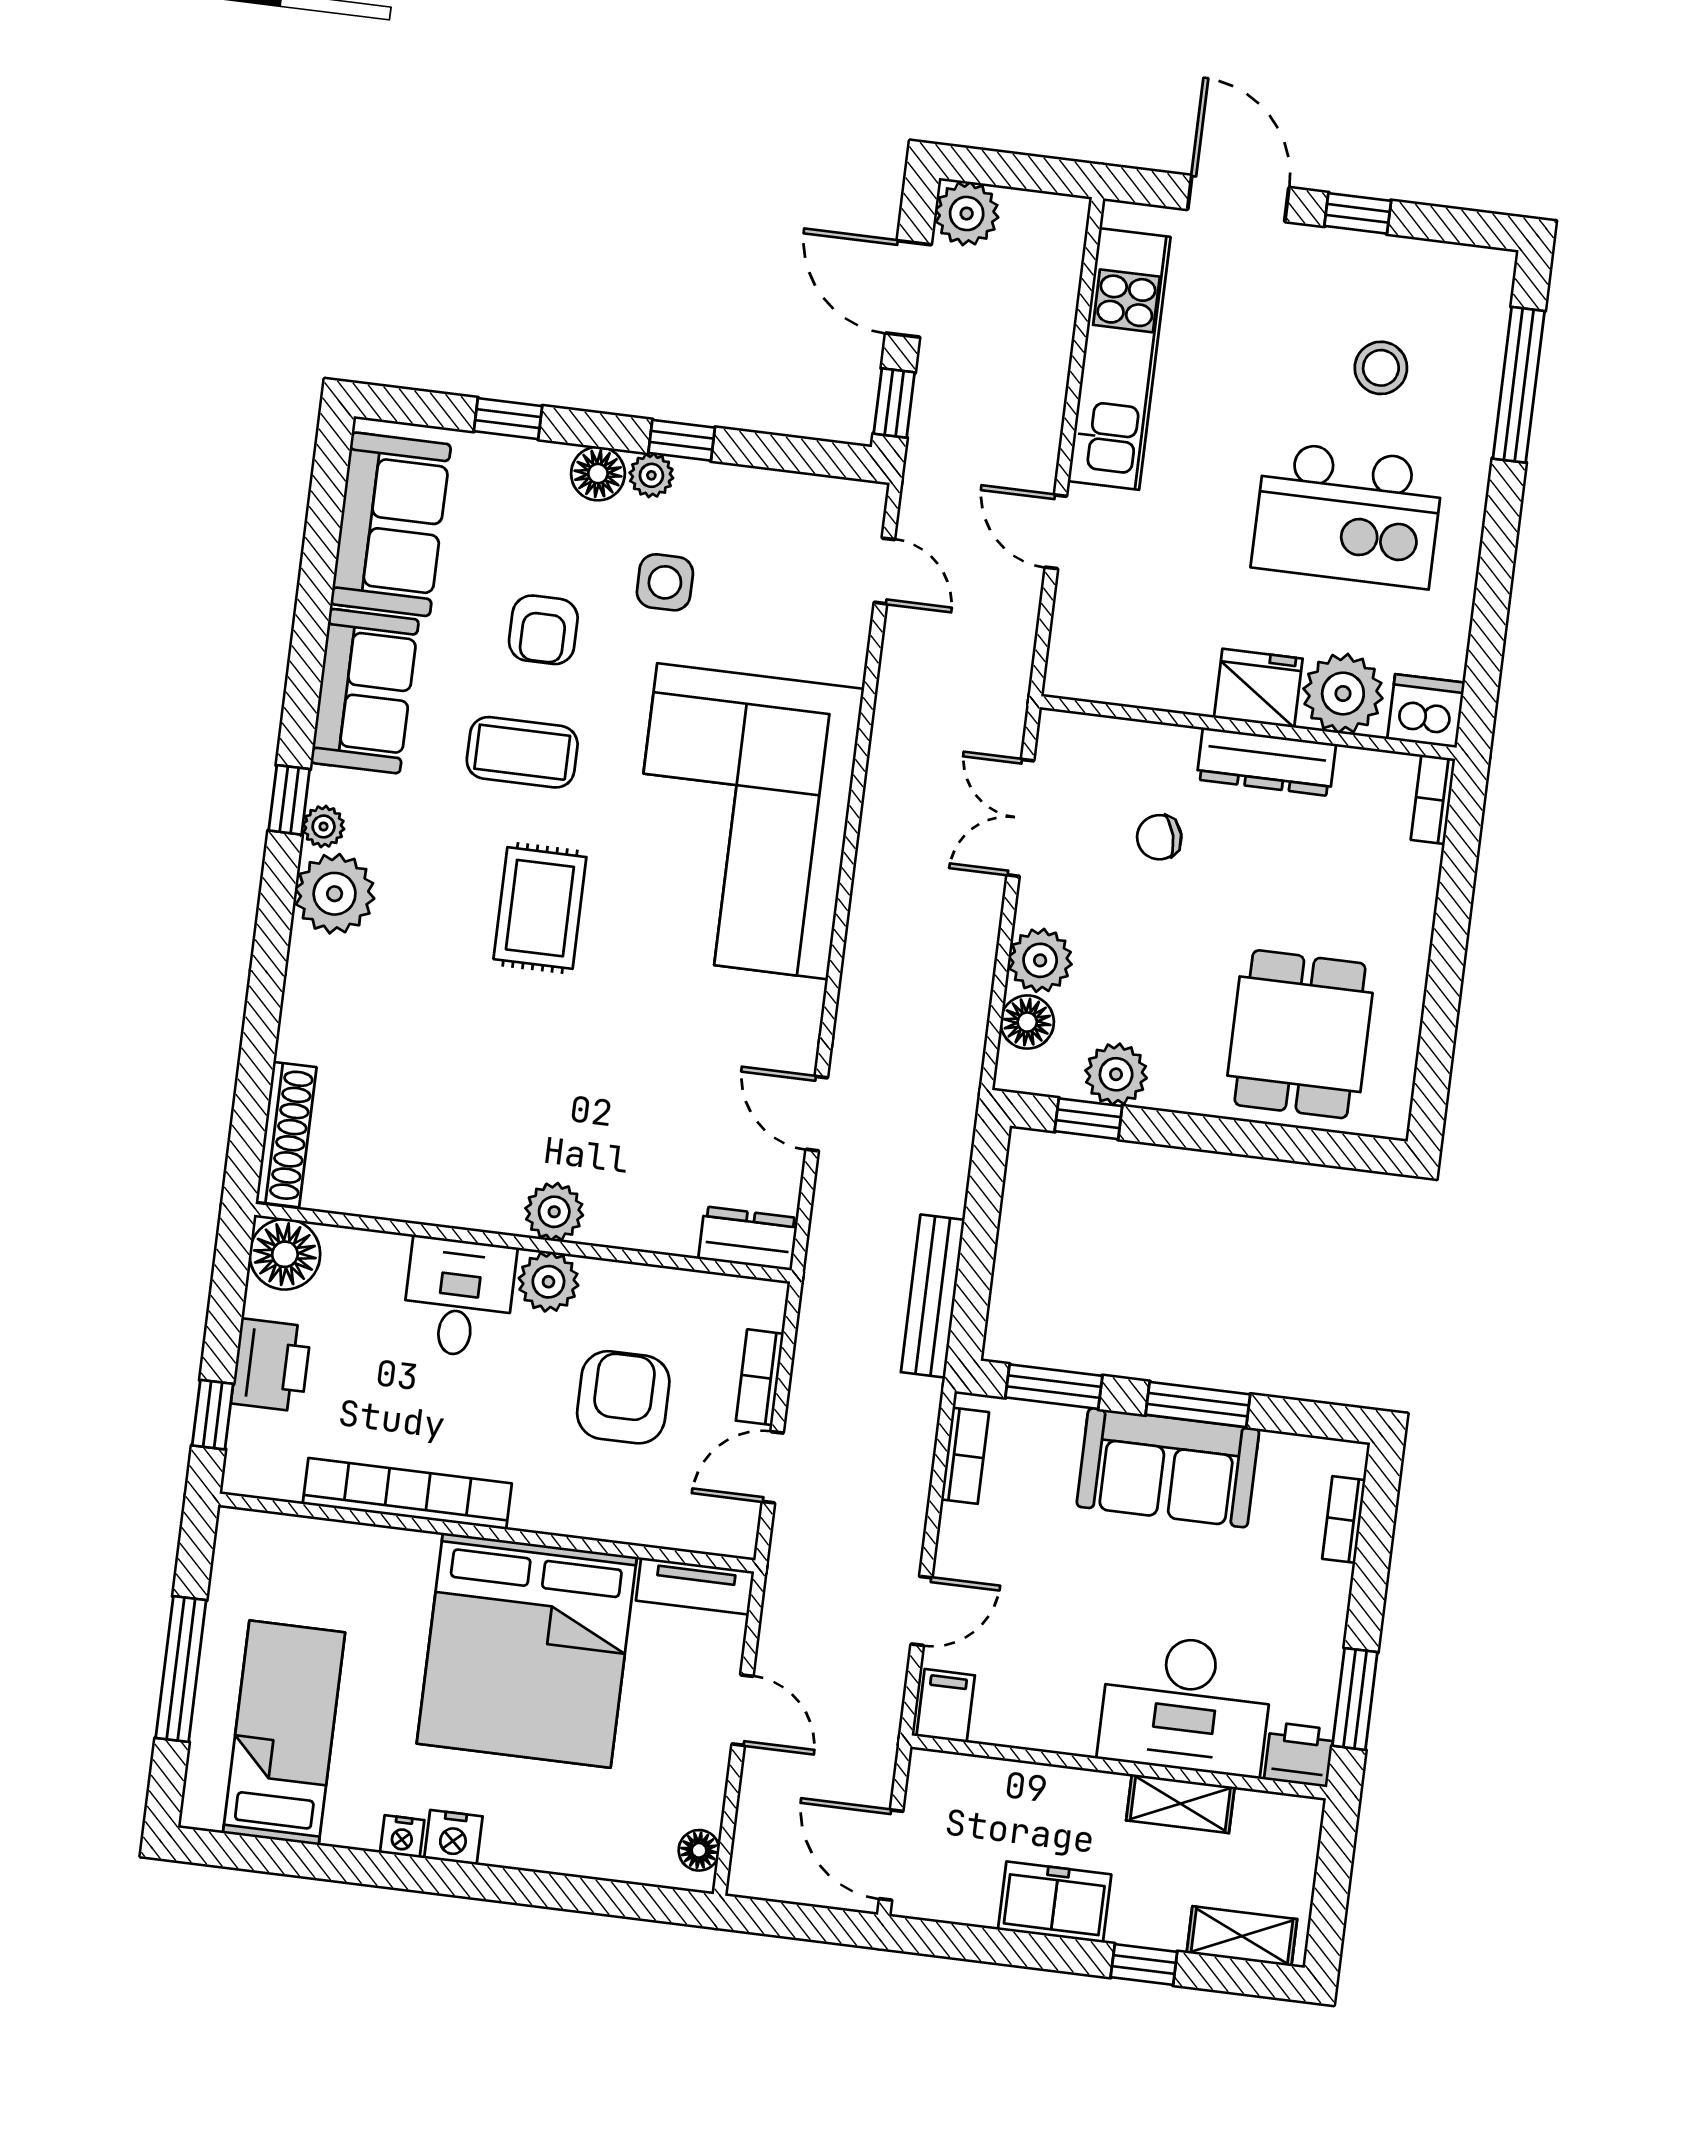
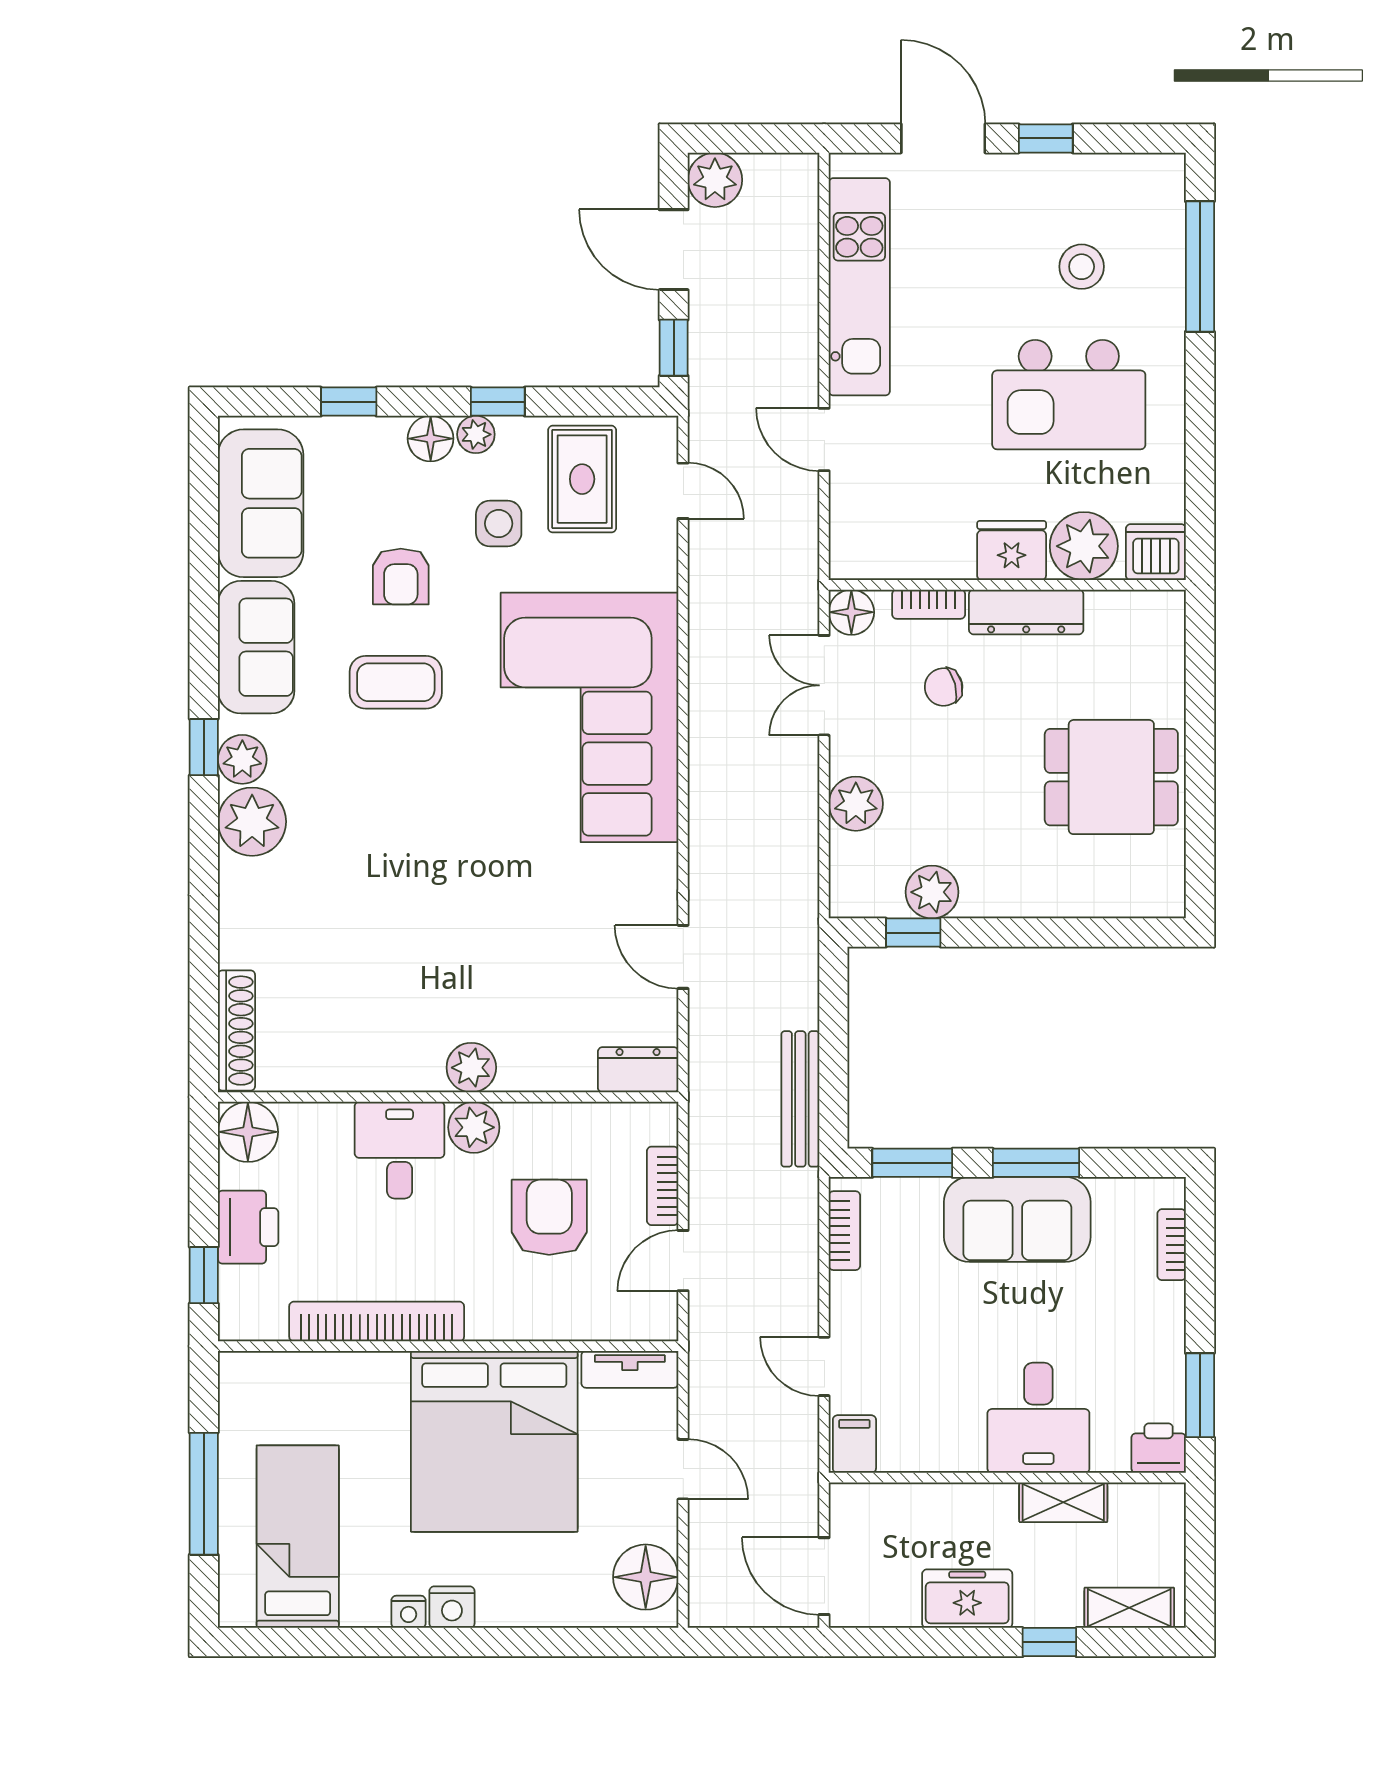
bookcase: (1433, 799) -> (929, 604), moved, turned -90
plant: (324, 826) -> (242, 759), width x1.38, depth x1.38
rug: (540, 908) -> (582, 479), moved
floor lamp: (1027, 1022) -> (851, 612), moved
dining table: (1300, 1034) -> (1111, 777), moved, turned 90
door: (922, 1611) -> (824, 1366), swing flipped
desk: (1186, 1705) -> (1038, 1418), width x0.73
floor lamp: (699, 1850) -> (646, 1577), width x1.89, depth x1.89

